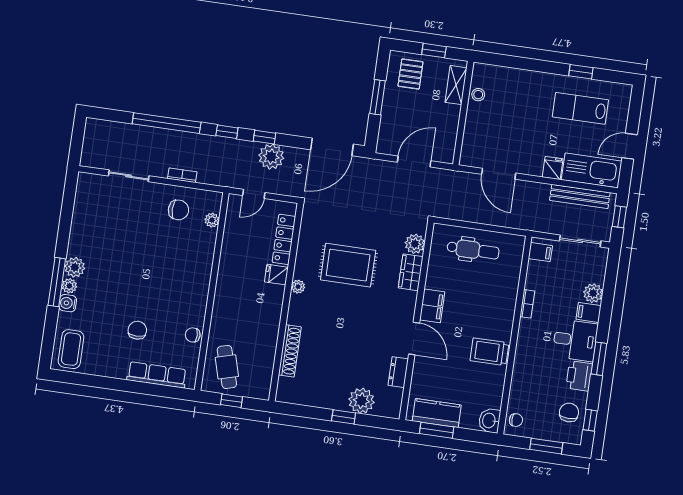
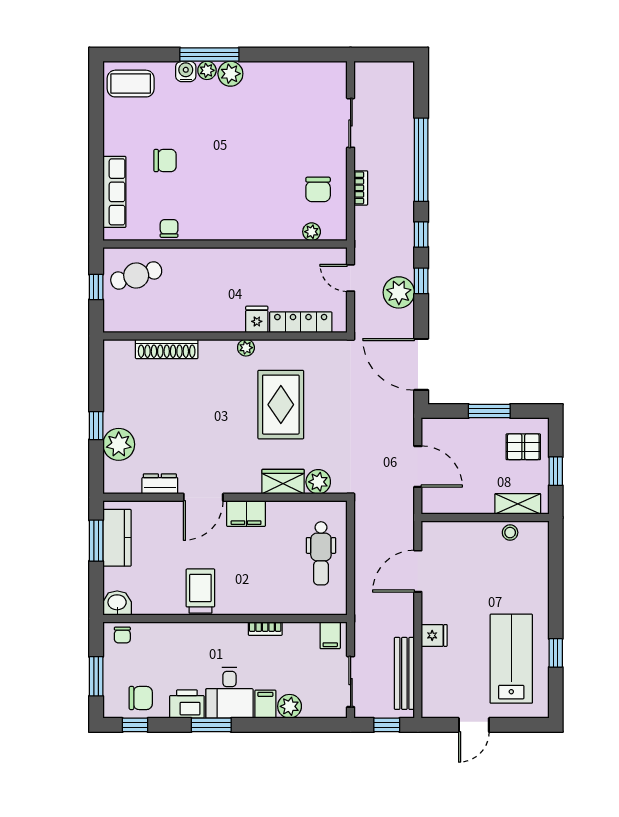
lab bench: (580, 108) -> (511, 659), width x1.36, depth x1.39
door: (630, 146) -> (474, 725), swing flipped
kitchen sink: (592, 170) -> (438, 683), removed

